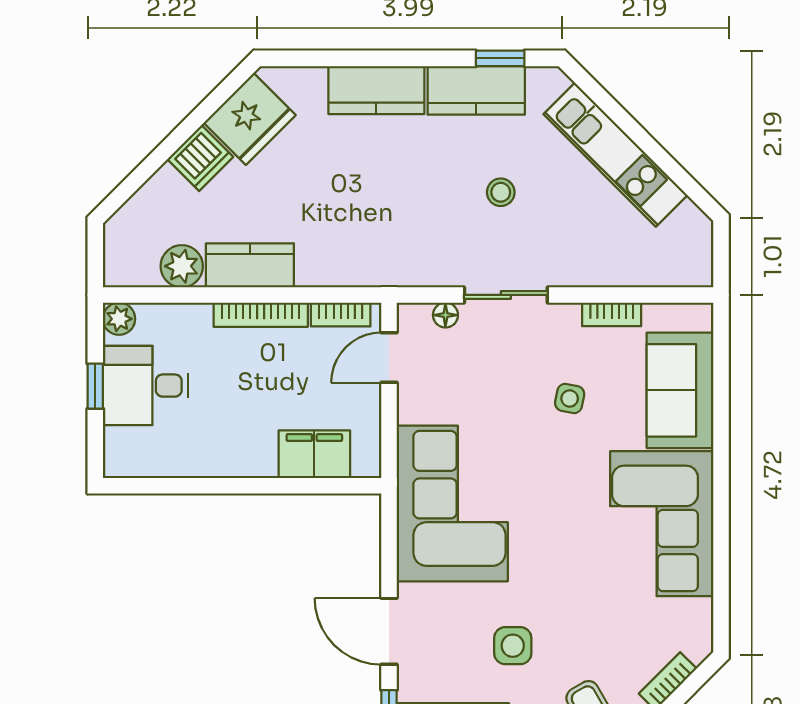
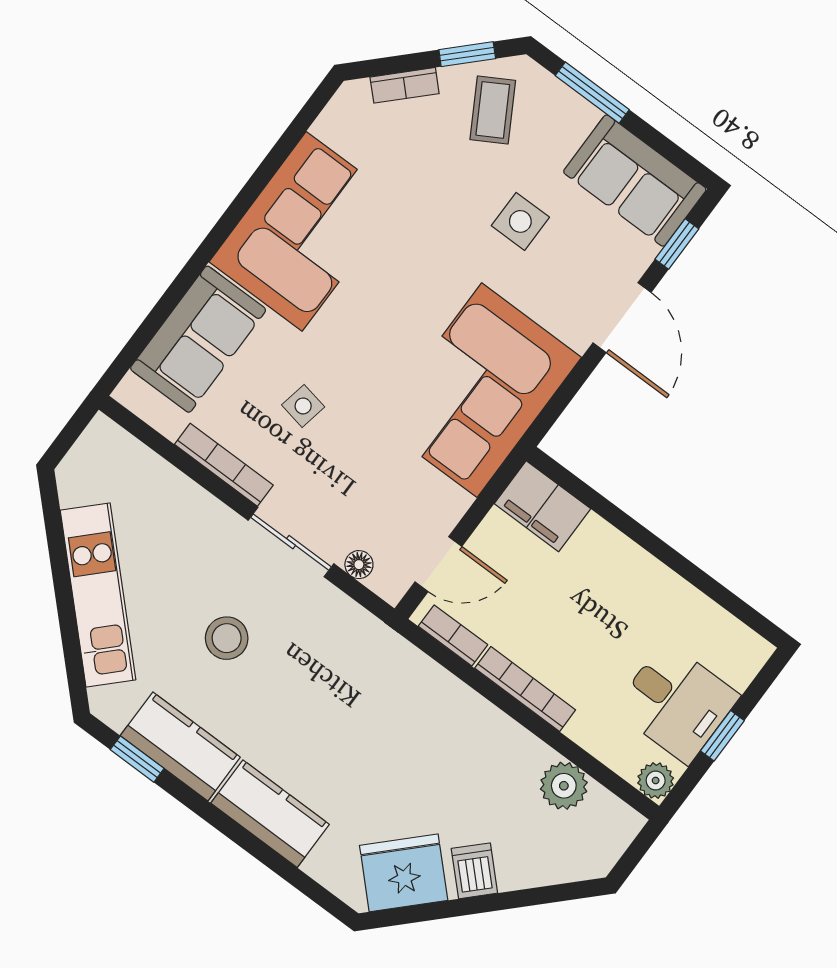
dishwasher: (200, 158) -> (474, 871), width x0.73
stool: (501, 192) -> (227, 638), width x1.37, depth x1.37
kitchen counter: (250, 265) -> (502, 741), removed
bookcase: (612, 314) -> (224, 465), width x1.56
filing cabinet: (314, 454) -> (542, 506), moved

